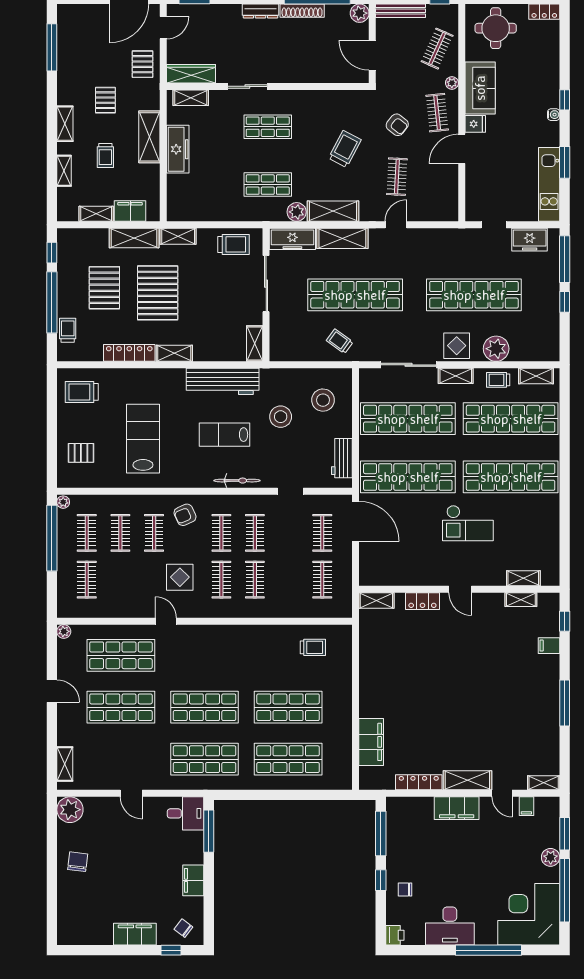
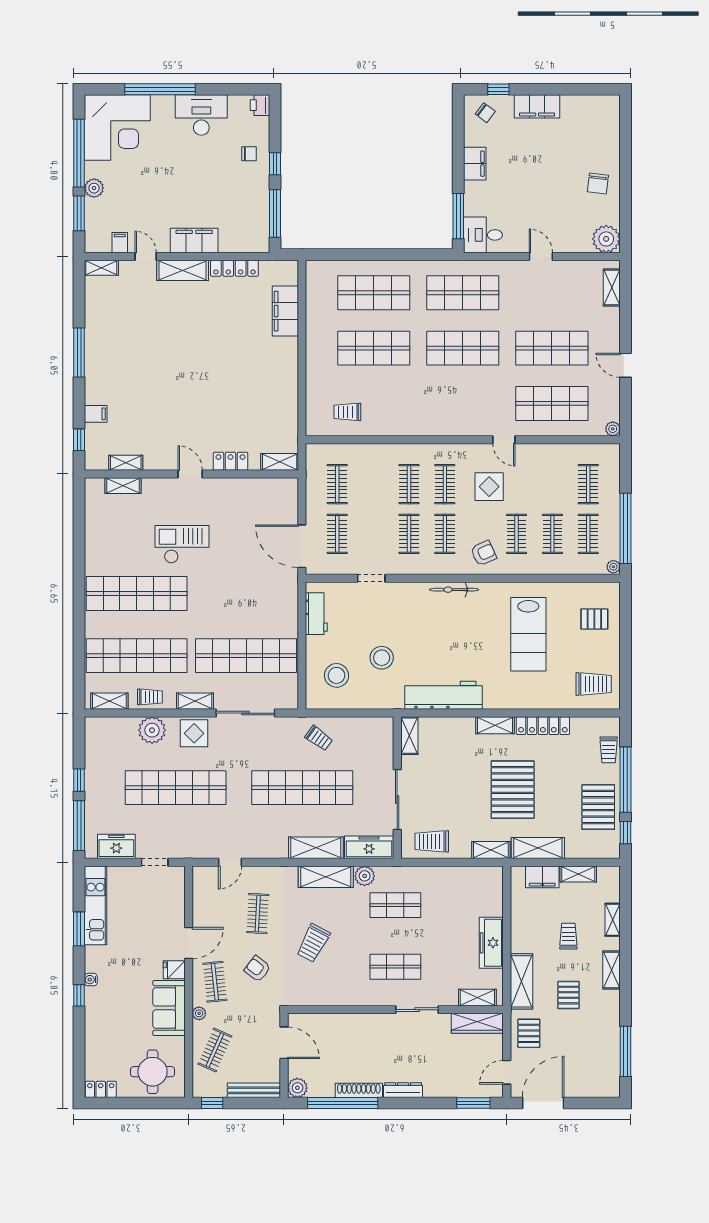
shelving: (149, 137) -> (522, 981), moved
door: (396, 225) -> (230, 862), moved
pallet: (104, 288) -> (598, 807), moved
lab bench: (225, 435) -> (441, 639), removed
shop shelf: (408, 477) -> (246, 593), removed
bicycle: (237, 481) -> (454, 590), moved

